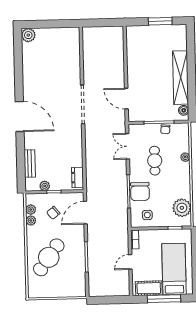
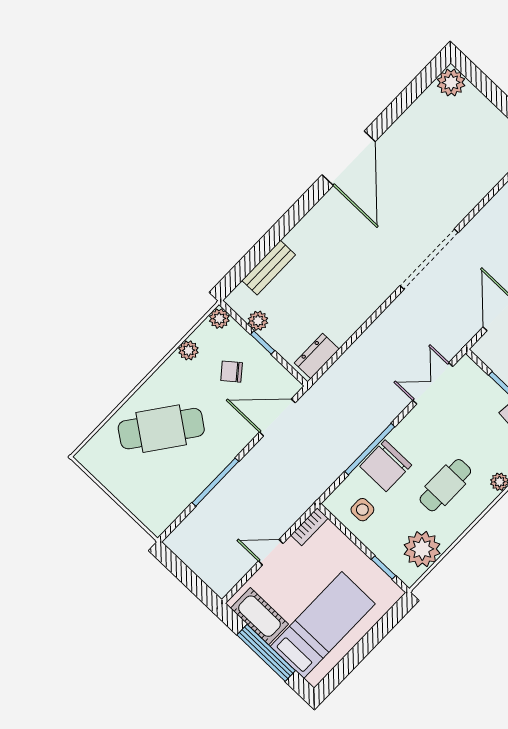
door: (20, 117) -> (349, 158), moved
cafe table: (155, 161) -> (445, 485), moved
plant: (31, 210) -> (219, 319), moved

